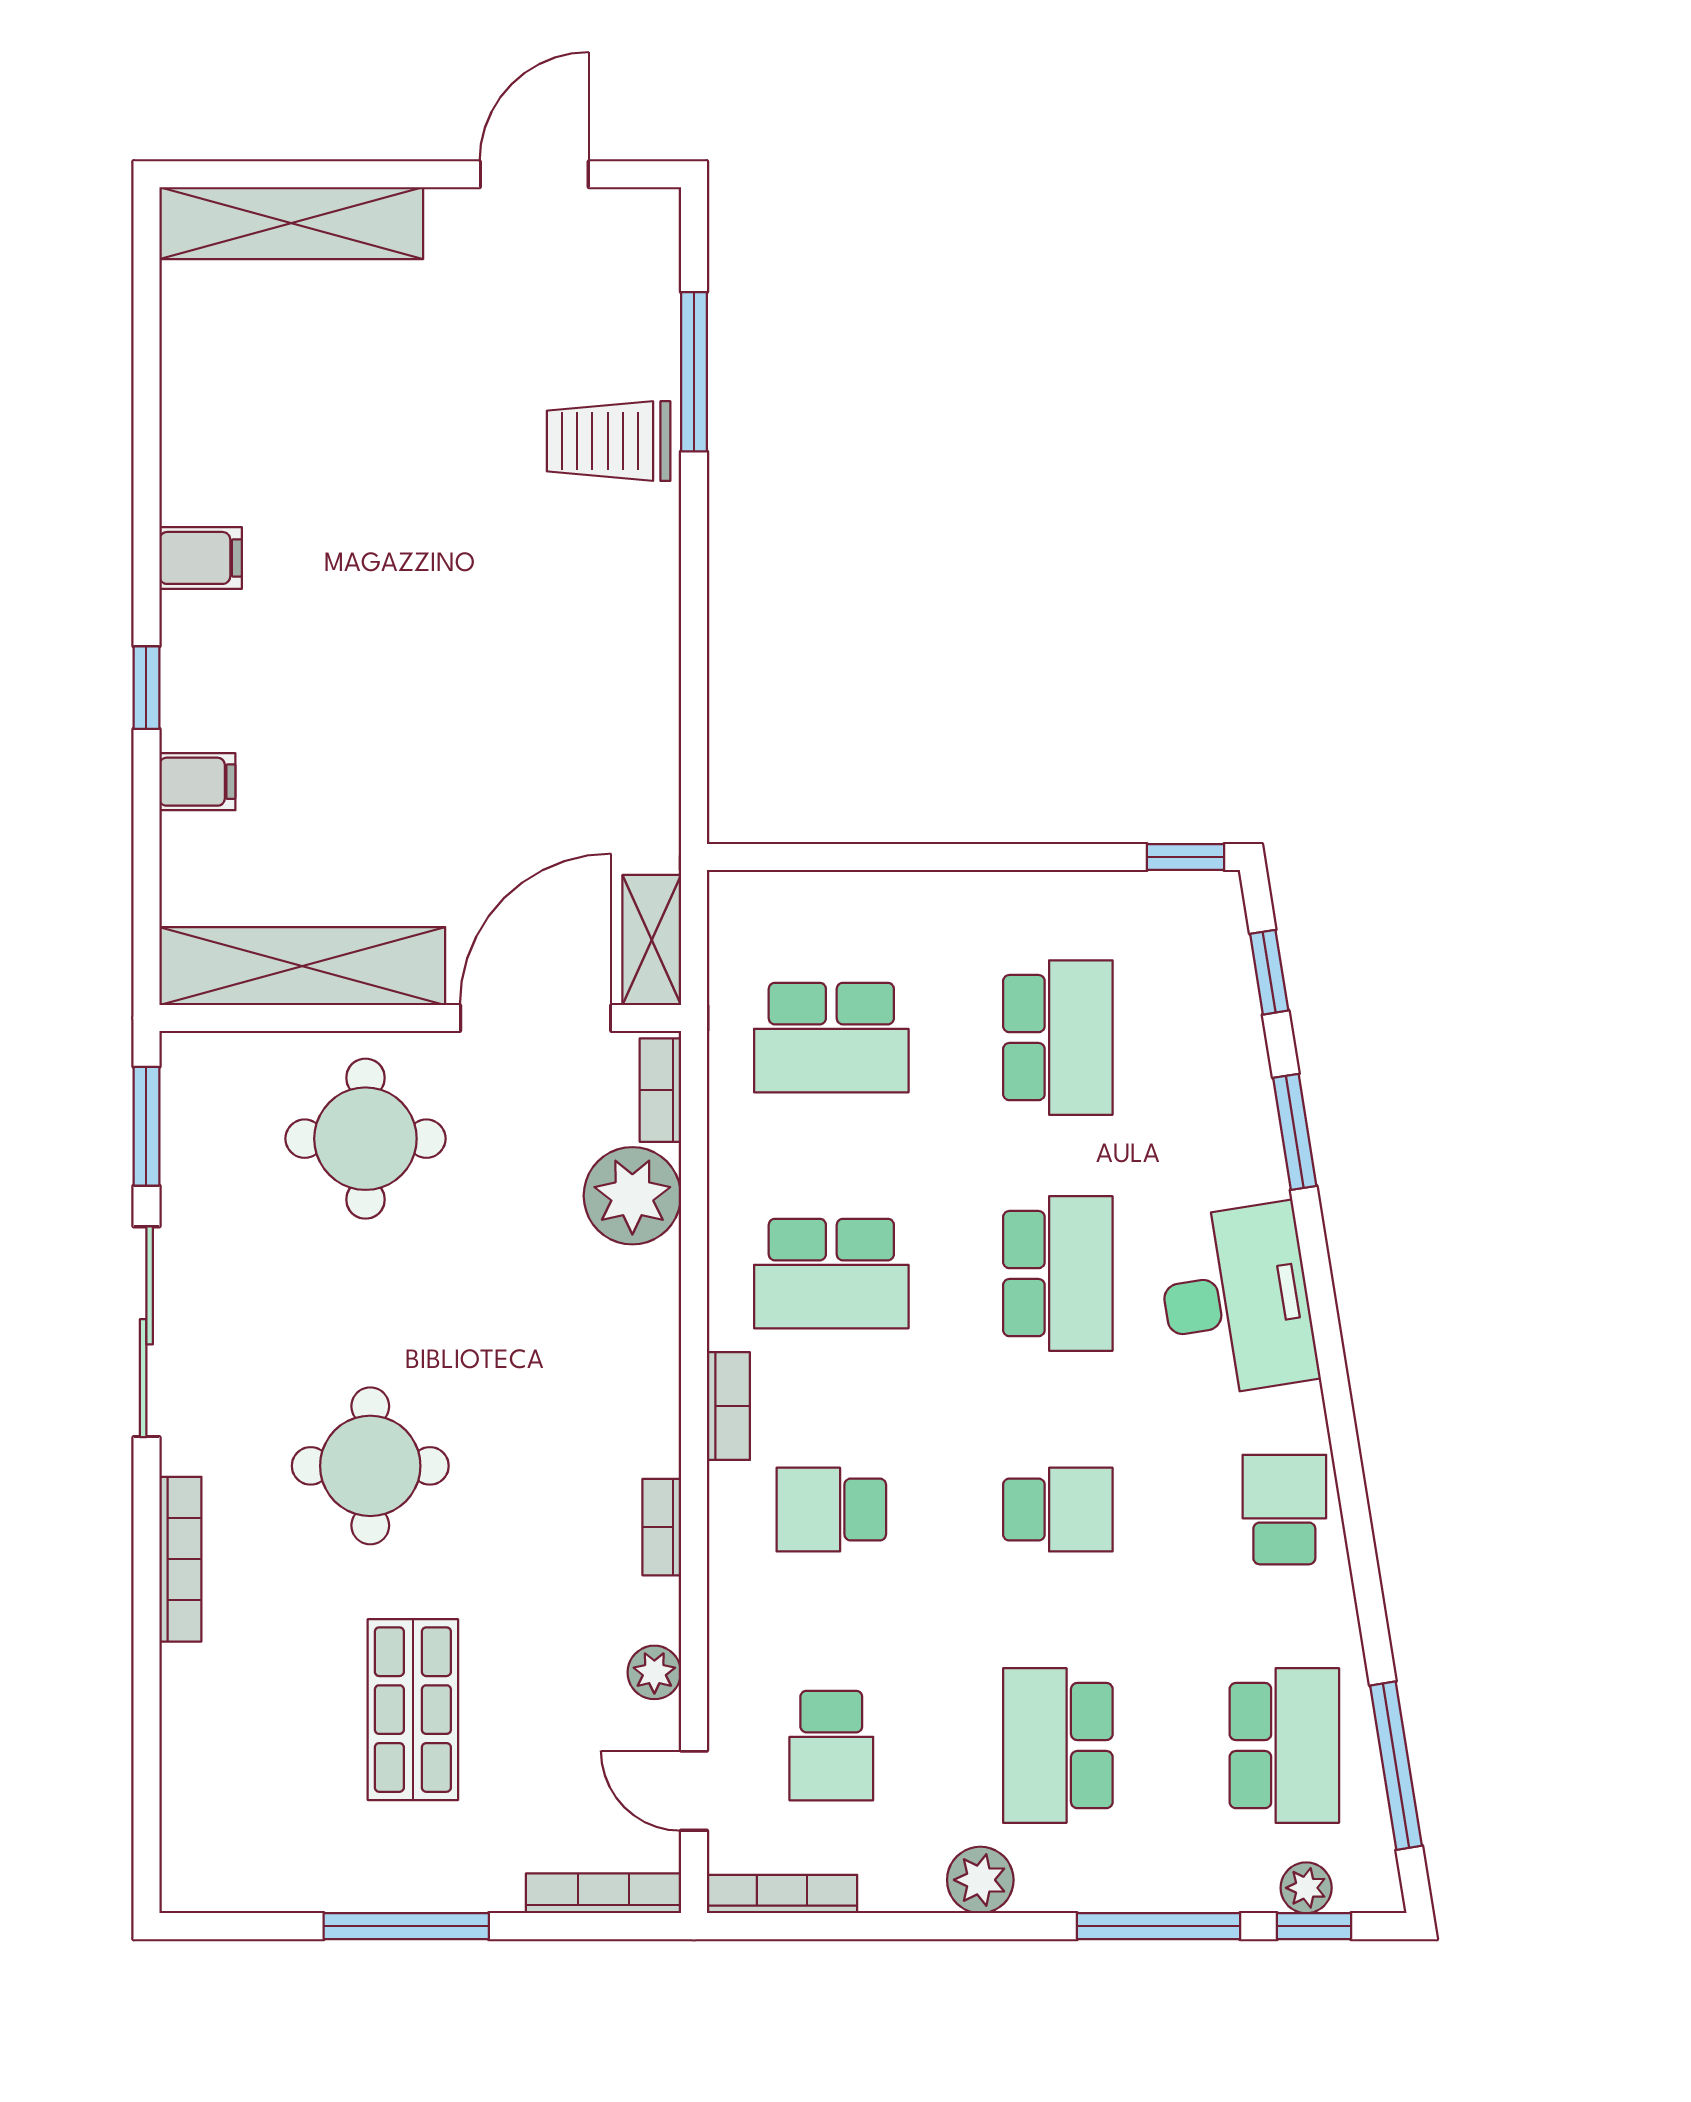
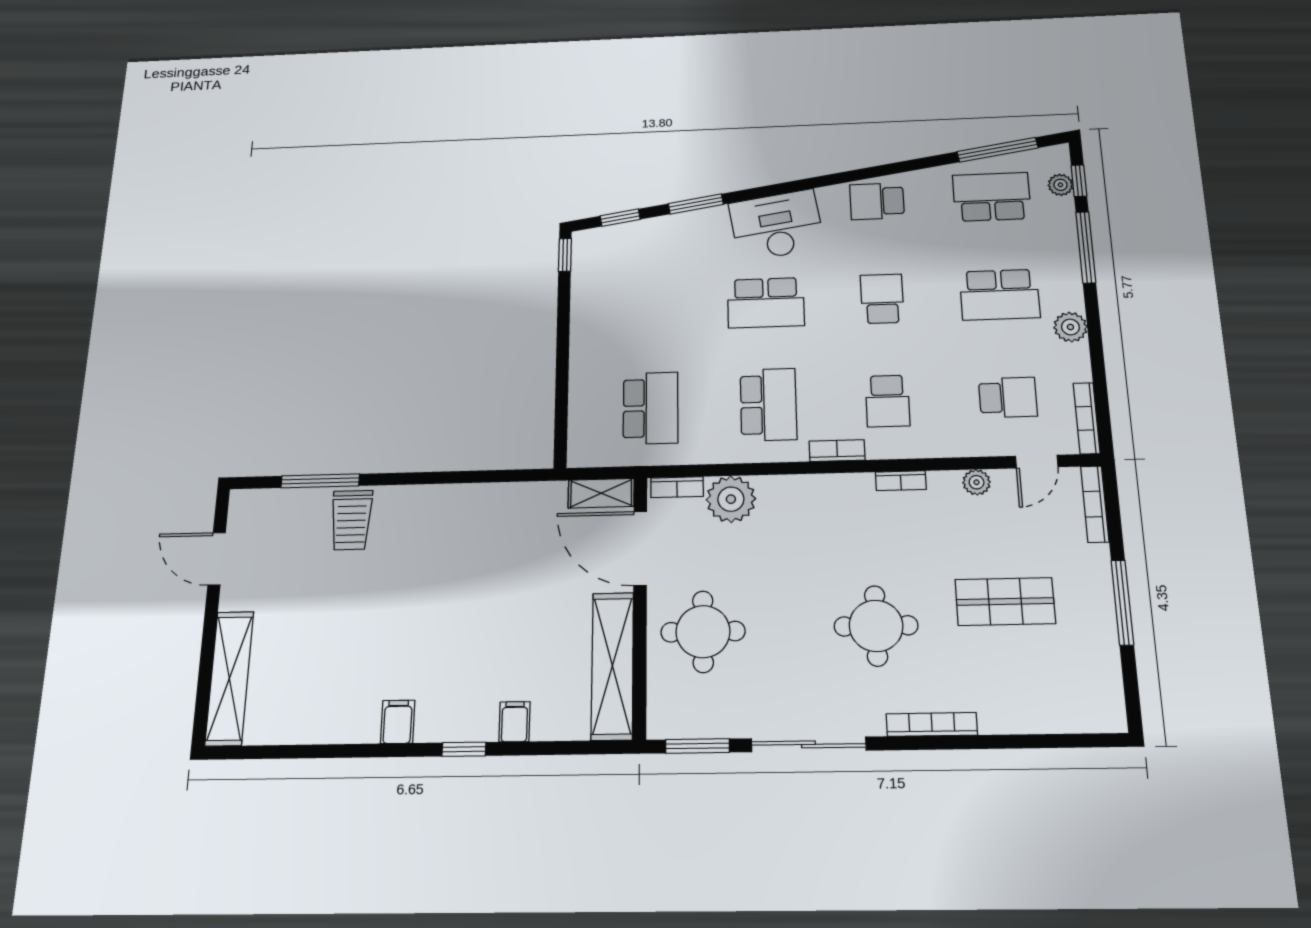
school desk: (1058, 1038) -> (651, 307), removed
school desk: (1058, 1274) -> (766, 303), turned 180

